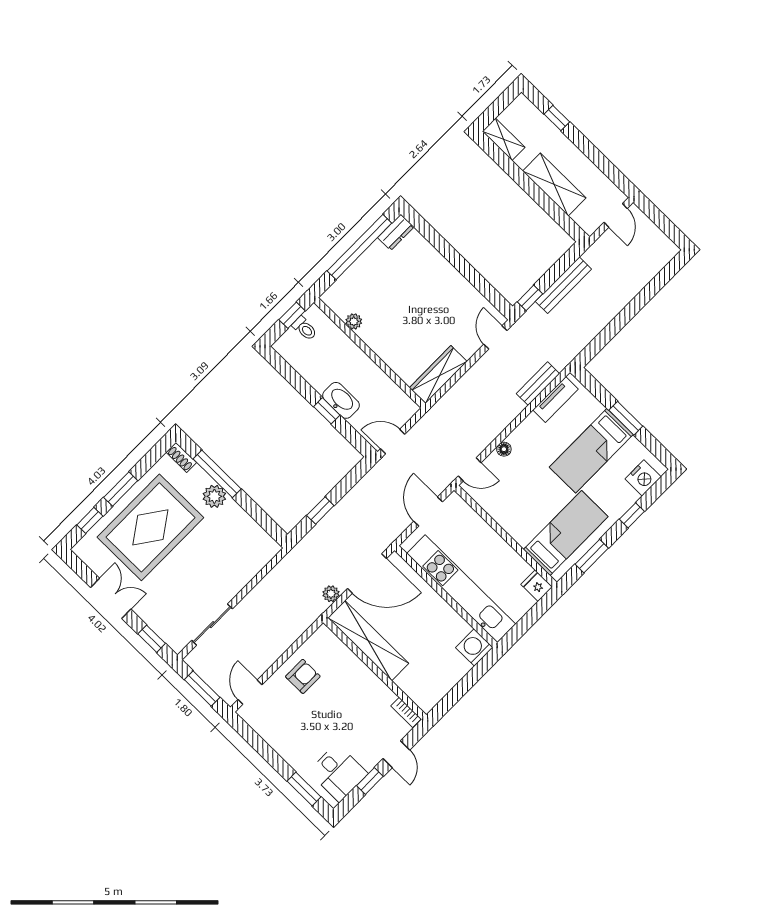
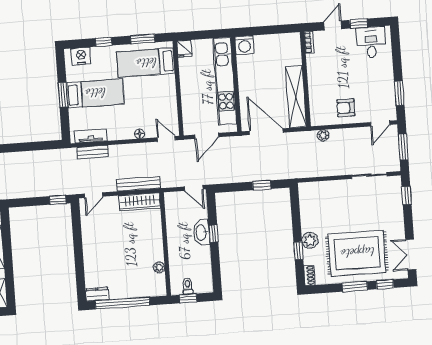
bench: (563, 285) -> (138, 184), moved
window: (217, 474) -> (298, 251), width x0.46
plant: (331, 594) -> (323, 135), moved
double door: (111, 598) -> (411, 254), moved
window: (304, 789) -> (399, 93), moved

